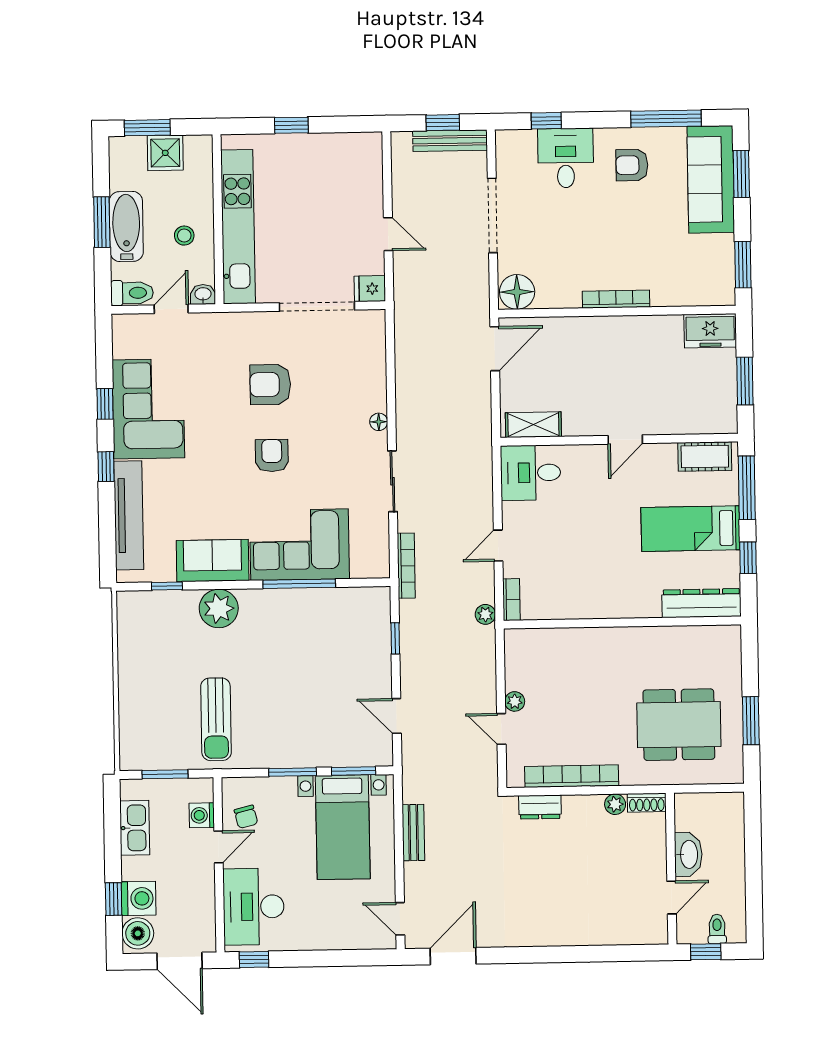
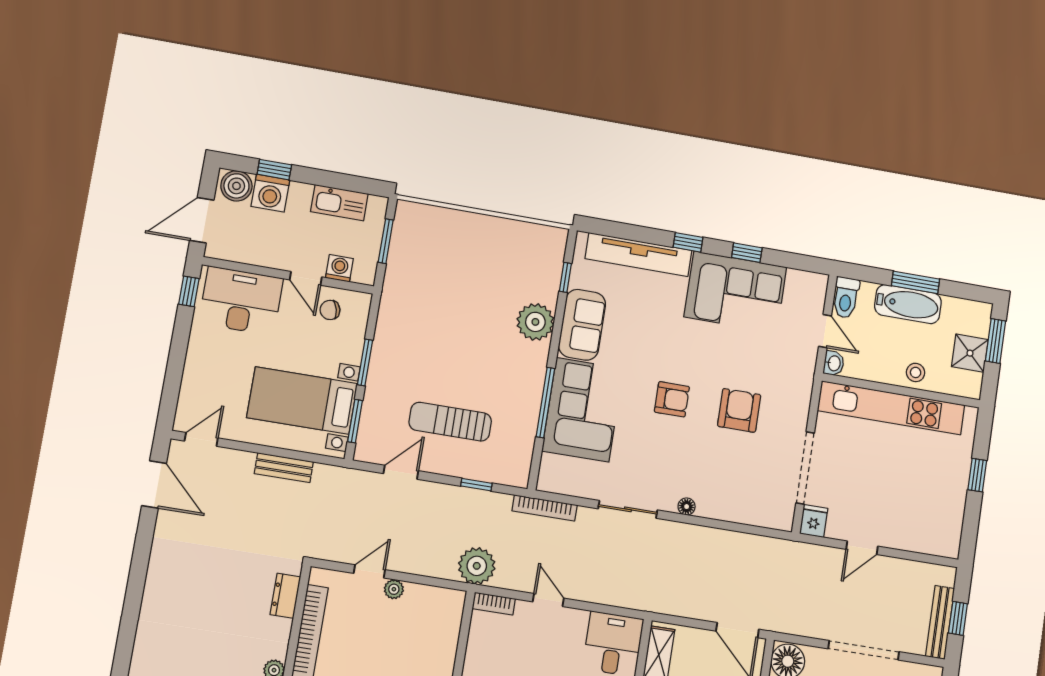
stool: (184, 236) -> (916, 372), moved
plant: (485, 614) -> (477, 566), width x1.88, depth x1.88
sun lounger: (216, 719) -> (450, 422), moved

